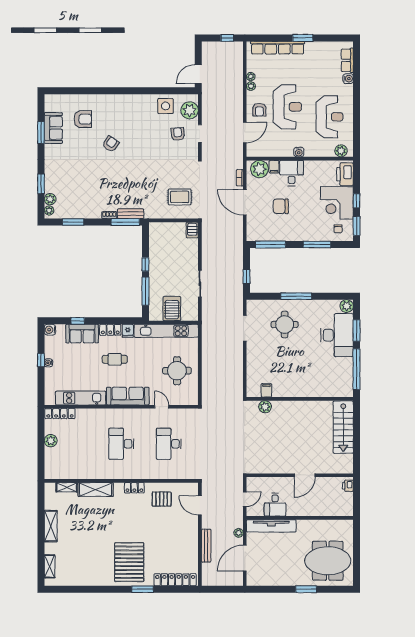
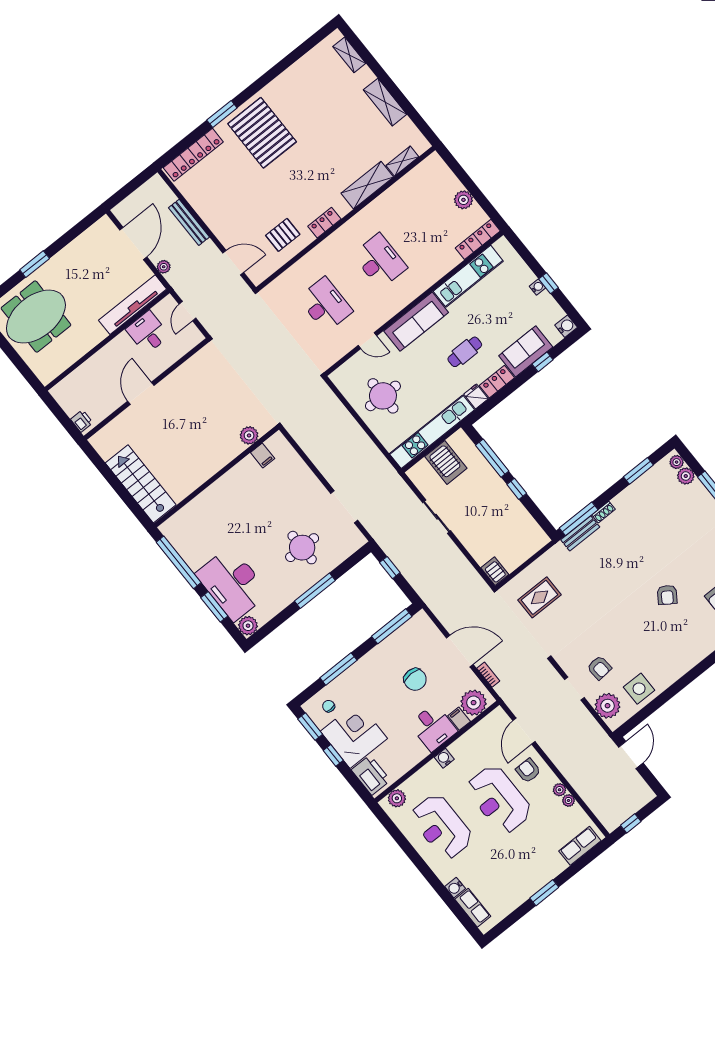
row of seats: (278, 48) -> (580, 846), width x0.50
chair: (281, 206) -> (415, 679), turned 90

